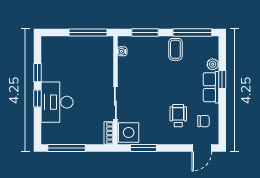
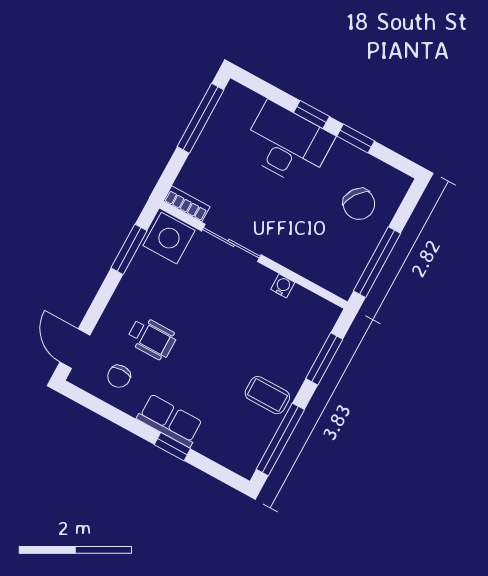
water cooler: (122, 51) -> (283, 286), moved
chair: (66, 55) -> (359, 204), added
plant: (213, 64) -> (207, 445), removed

